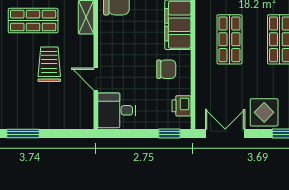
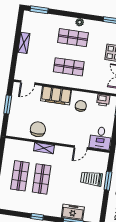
trolley: (49, 64) -> (91, 179), moved
window: (23, 133) -> (108, 181), moved

